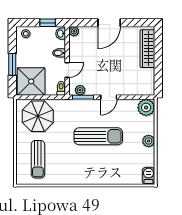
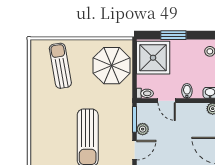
plant: (80, 90) -> (143, 129), moved
door: (109, 97) -> (134, 150), swing flipped
sun lounger: (38, 159) -> (60, 66), turned 80

